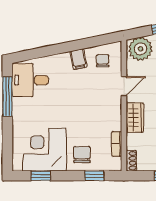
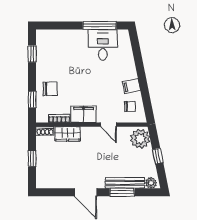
desk: (30, 80) -> (103, 45), moved
filing cabinet: (112, 115) -> (84, 114), added
wardrobe: (135, 118) -> (68, 134), moved
corner desk: (45, 150) -> (54, 57), removed

